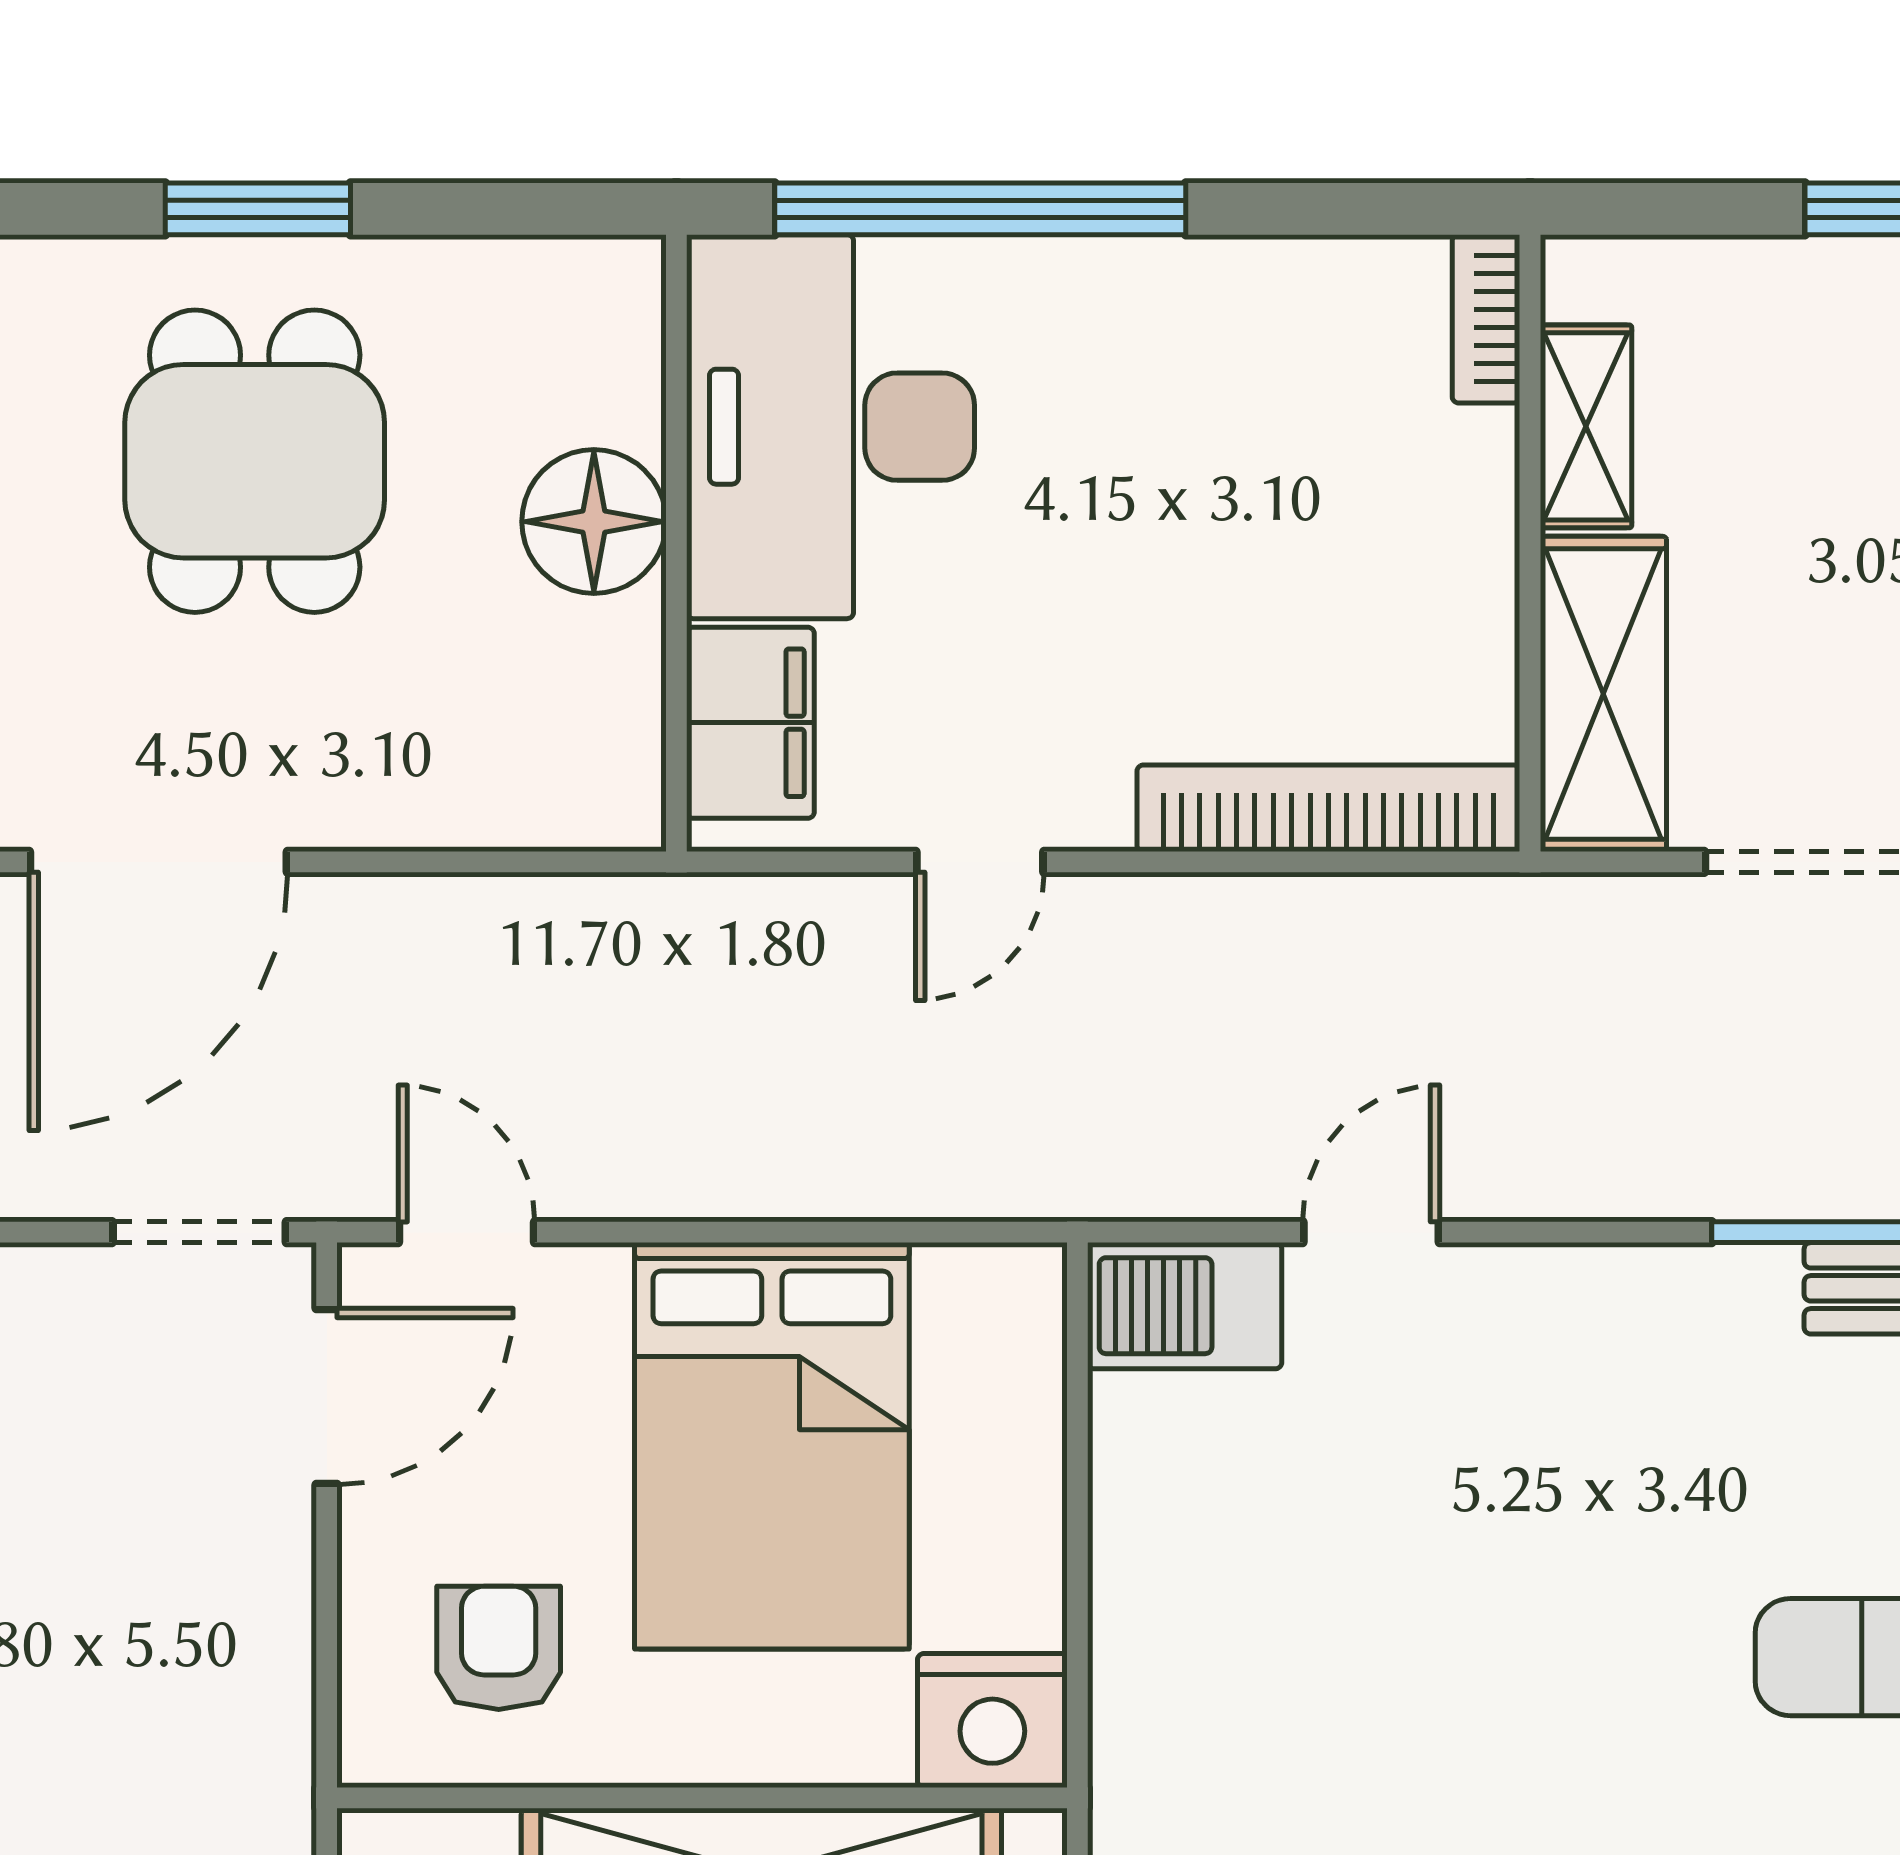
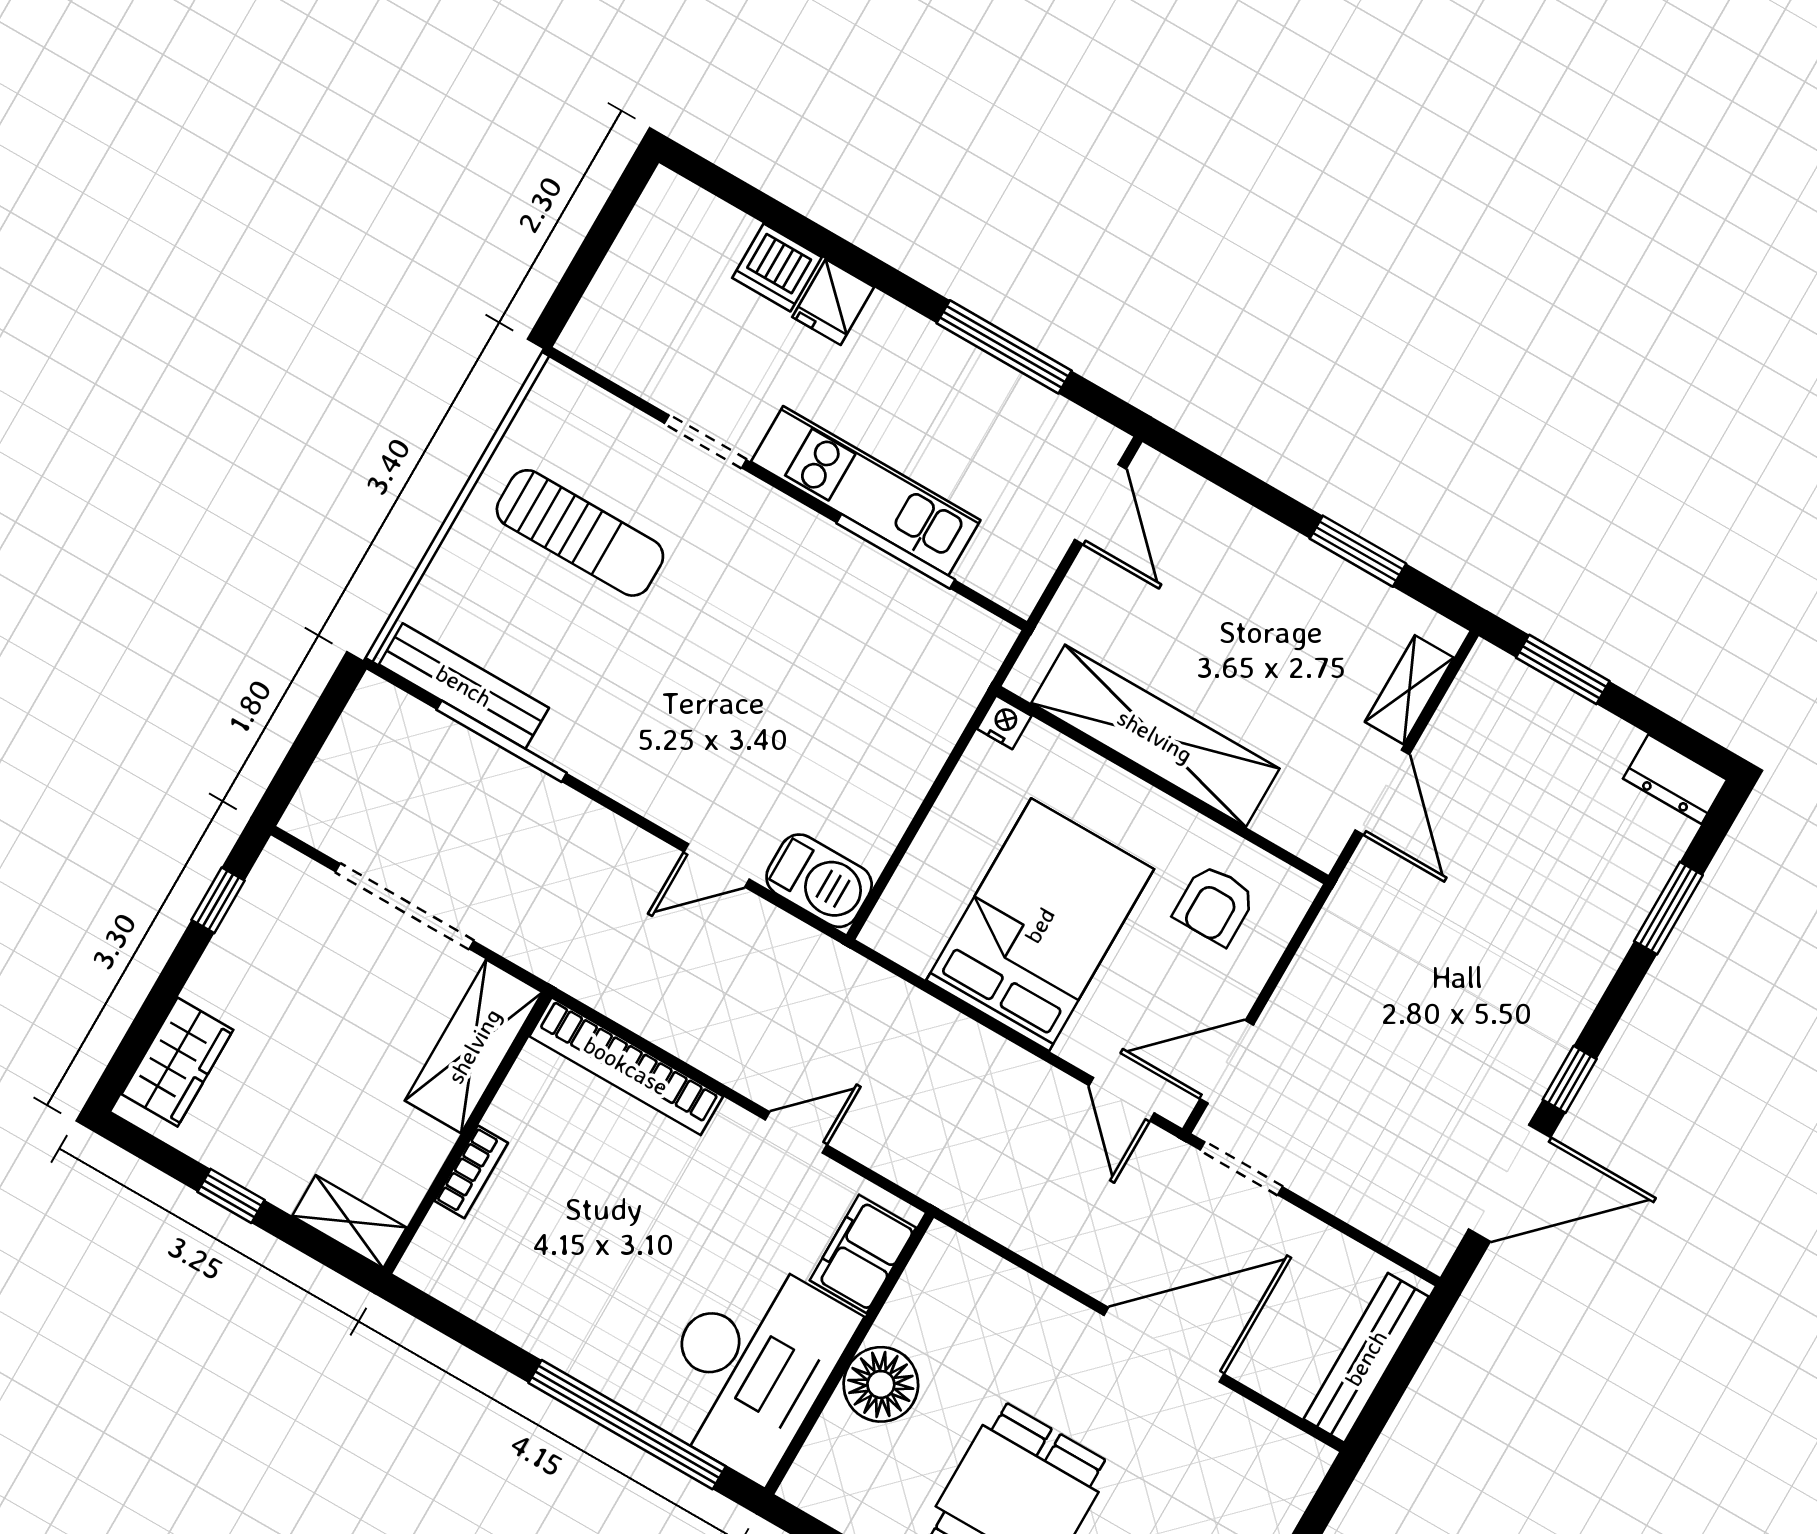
bookcase: (1486, 319) -> (471, 1172), moved
shelving: (1586, 426) -> (349, 1222), moved, turned 90
nightstand: (992, 1720) -> (1004, 722), width x0.53, depth x0.56

